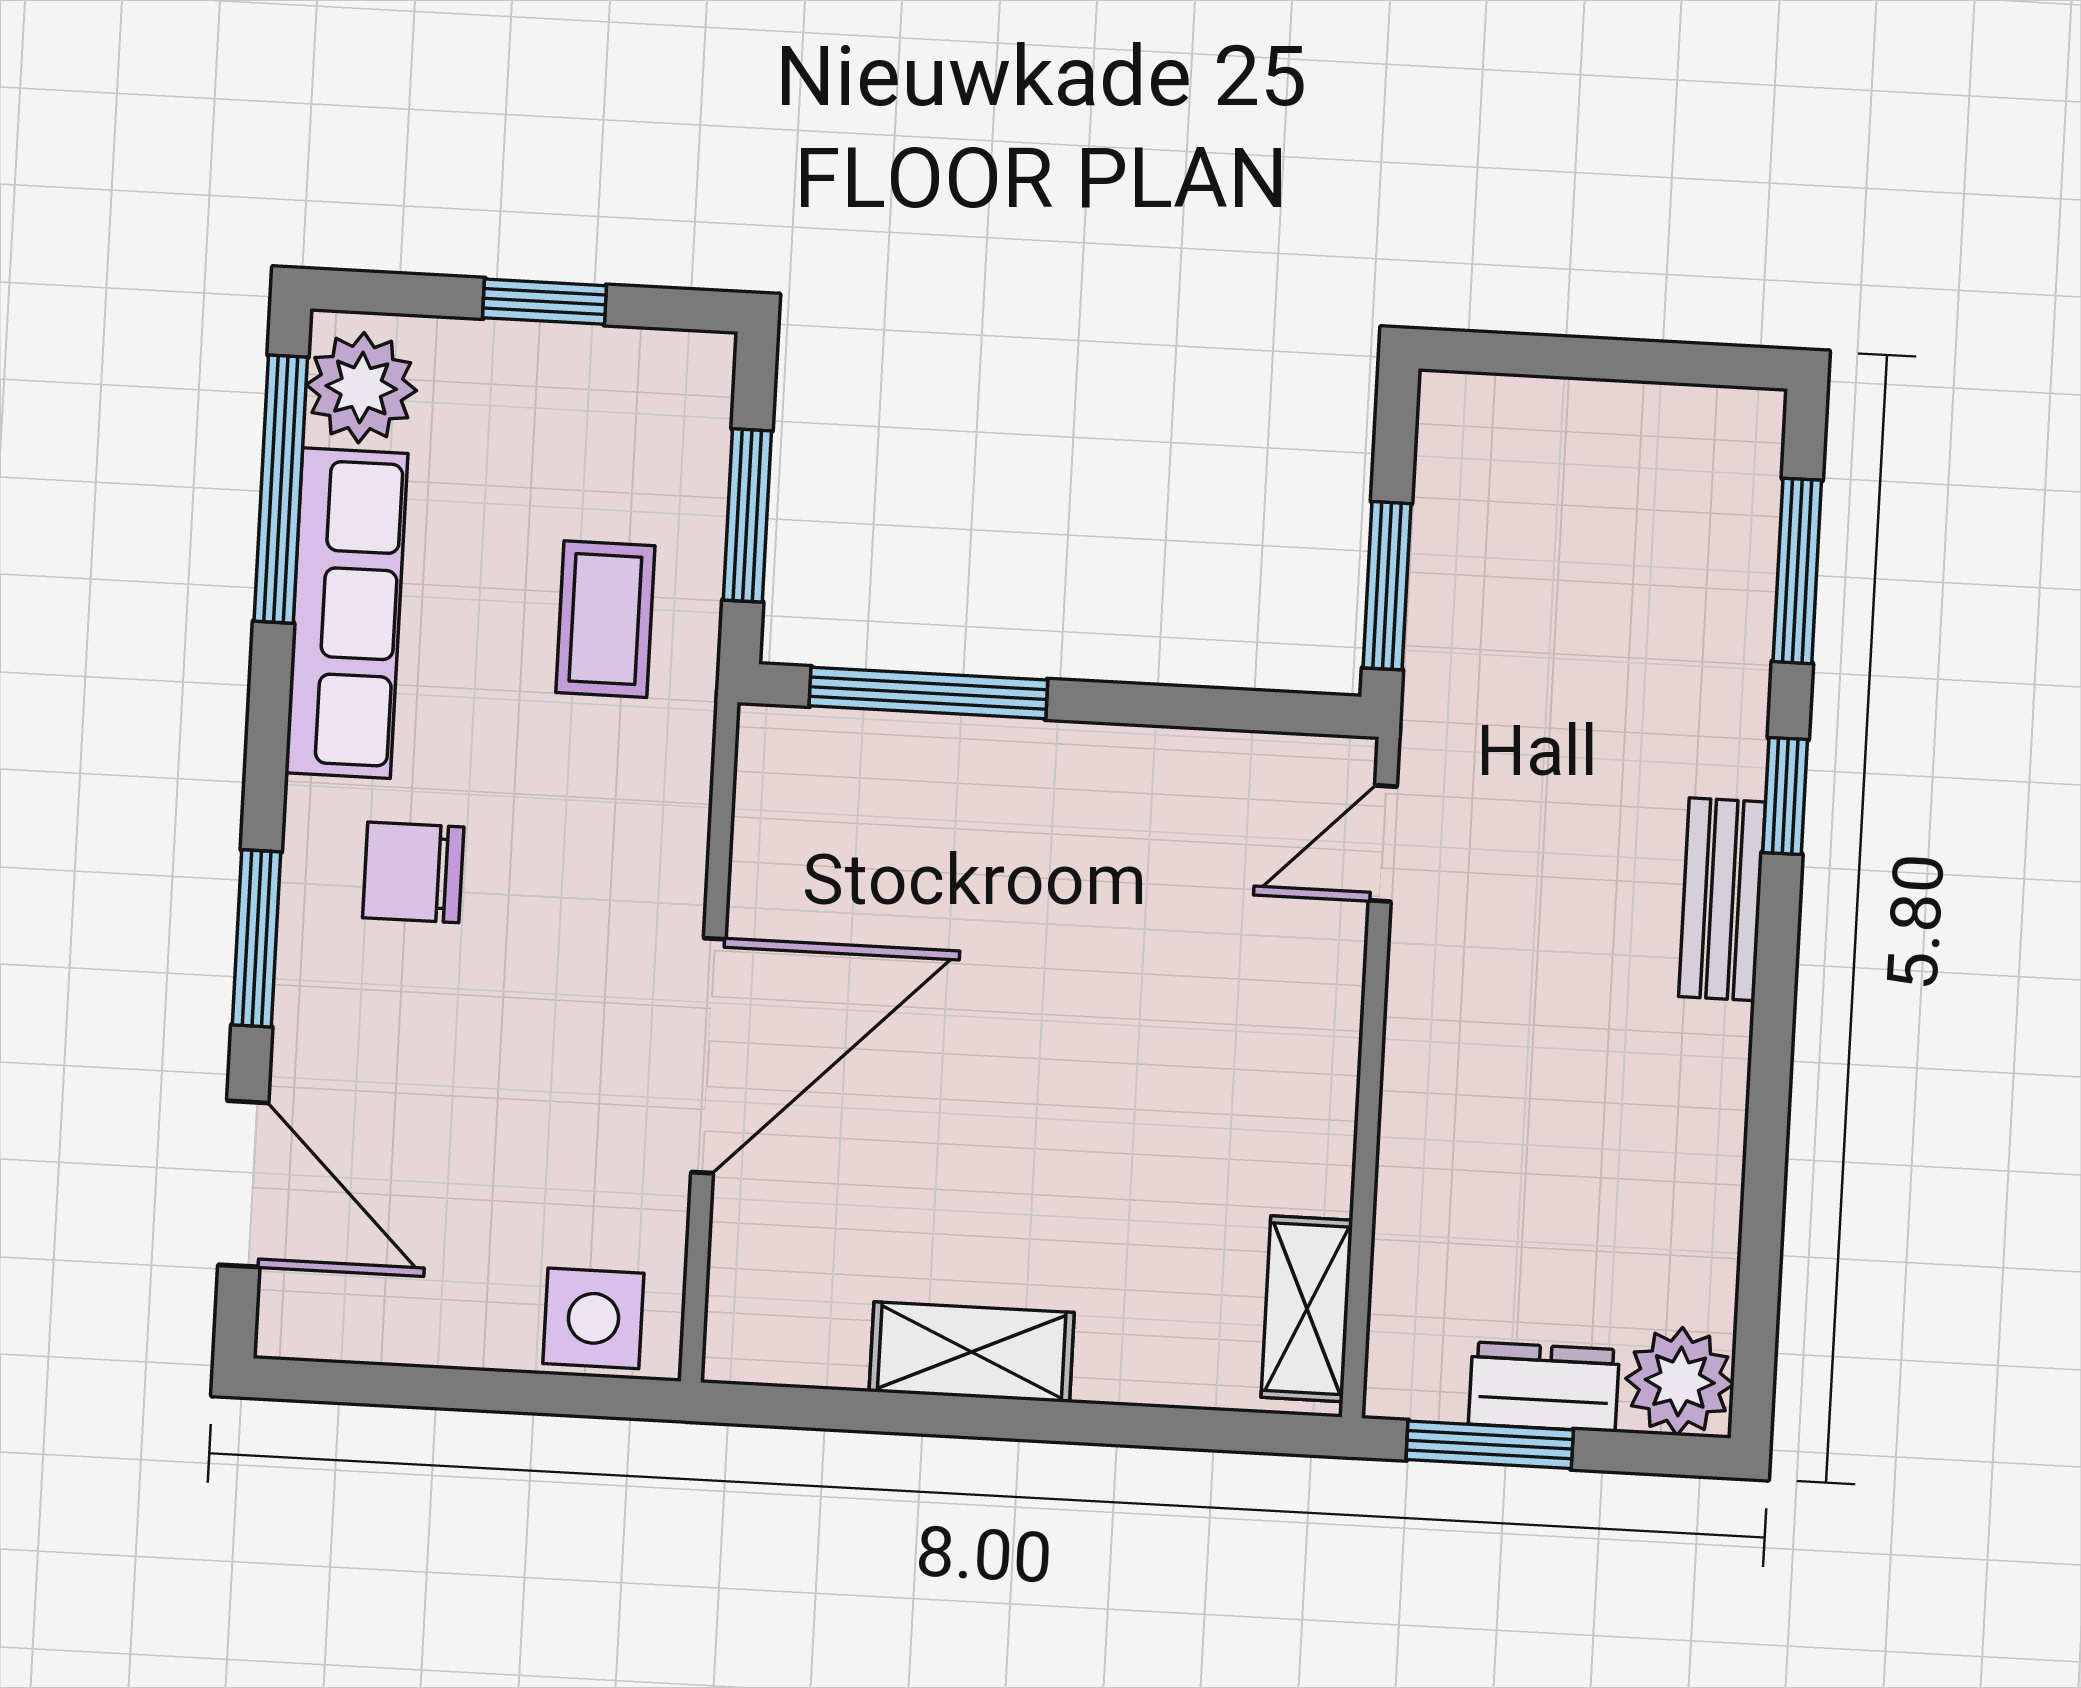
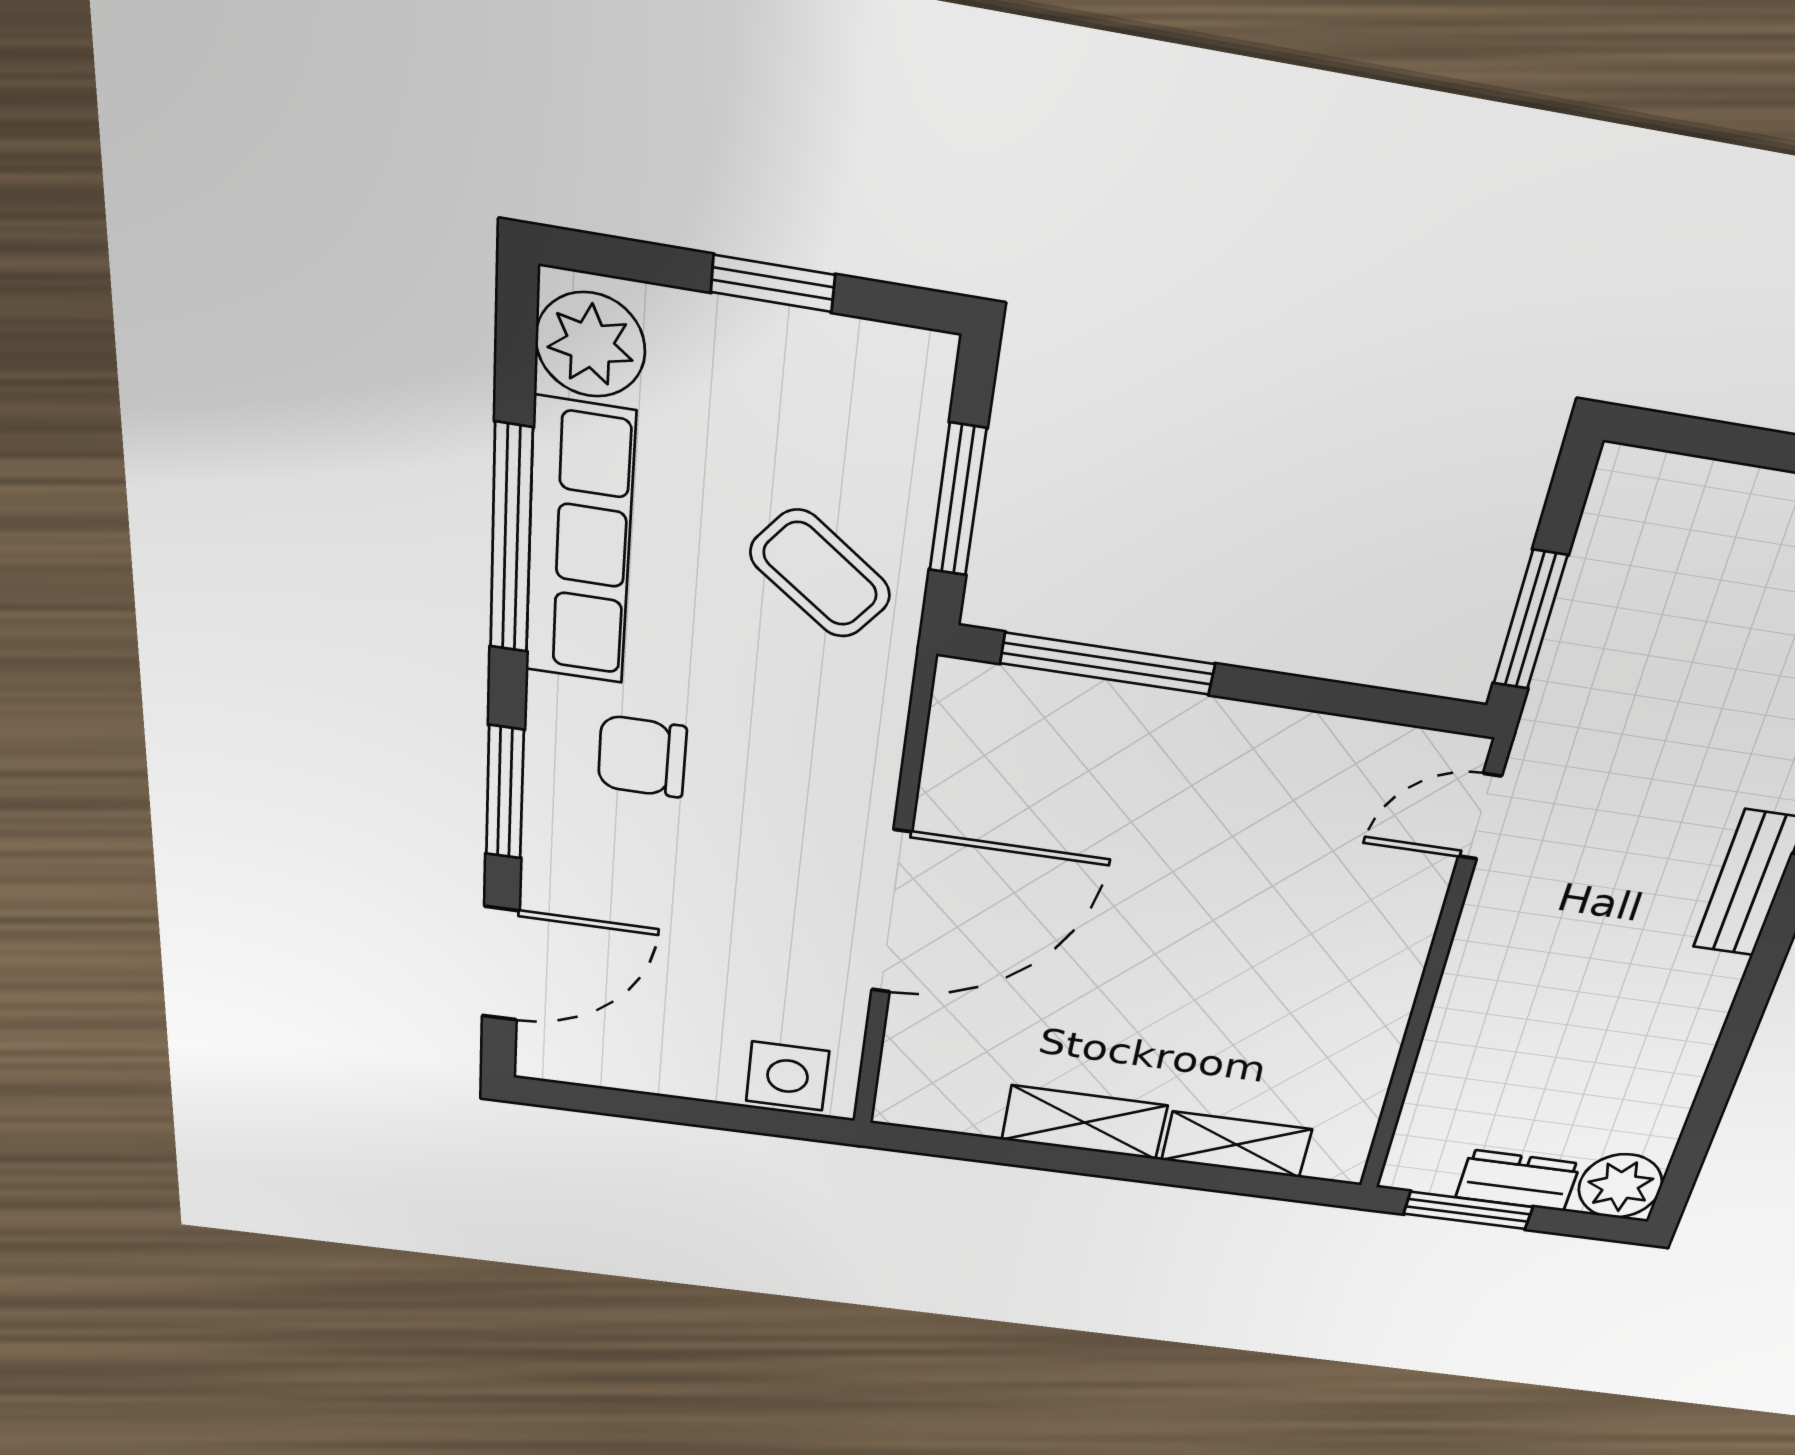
window: (281, 489) -> (511, 540), moved
coffee table: (605, 619) -> (820, 574), turned -52
door: (243, 1184) -> (501, 964), hinge flipped
shelving: (1307, 1309) -> (1237, 1145), moved, turned 90

